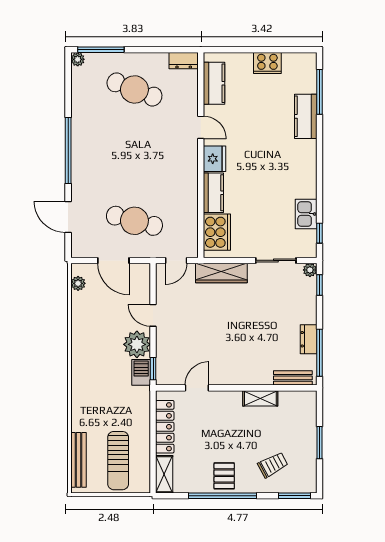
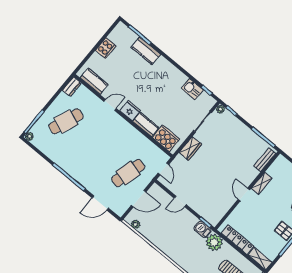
wardrobe: (221, 273) -> (190, 148), width x0.67
dresser: (309, 339) -> (253, 137), removed
plant: (137, 344) -> (214, 242), moved
door: (197, 388) -> (244, 195), moved

